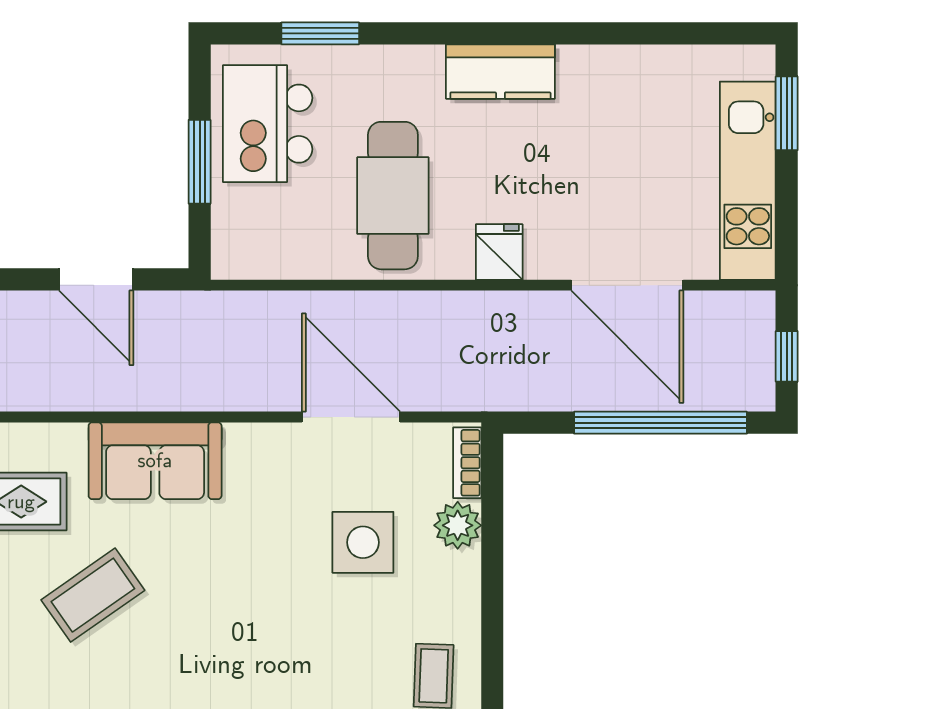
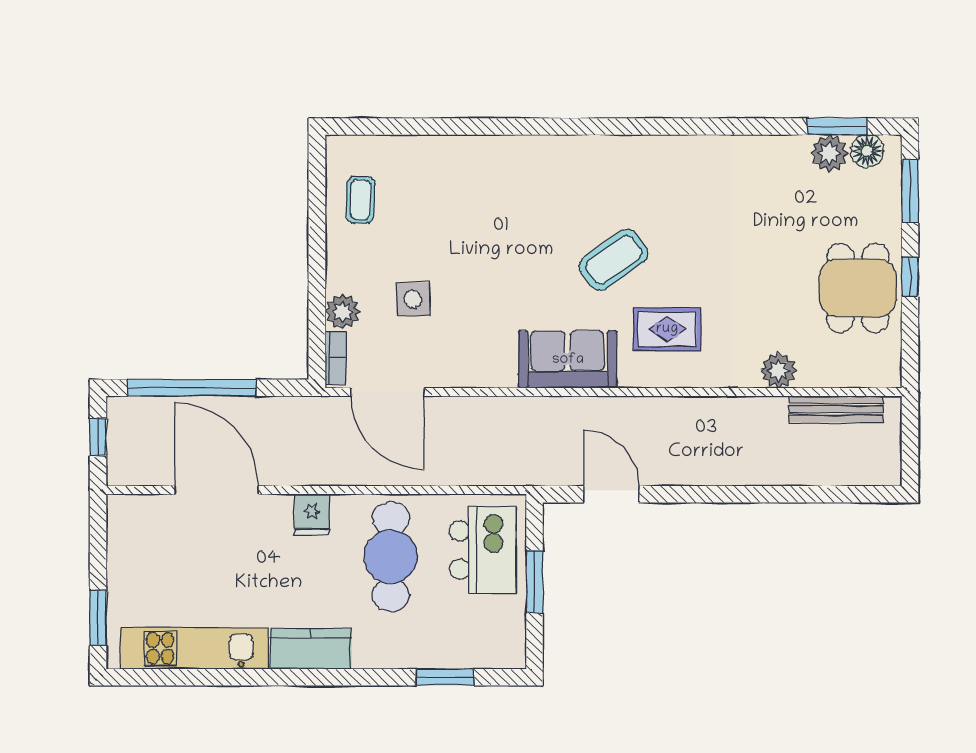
kitchen island: (268, 124) -> (483, 550), moved
kitchen unit: (748, 181) -> (194, 648), moved, turned -90
door: (351, 417) -> (388, 392), moved
side table: (363, 542) -> (413, 299), width x0.73, depth x0.73

